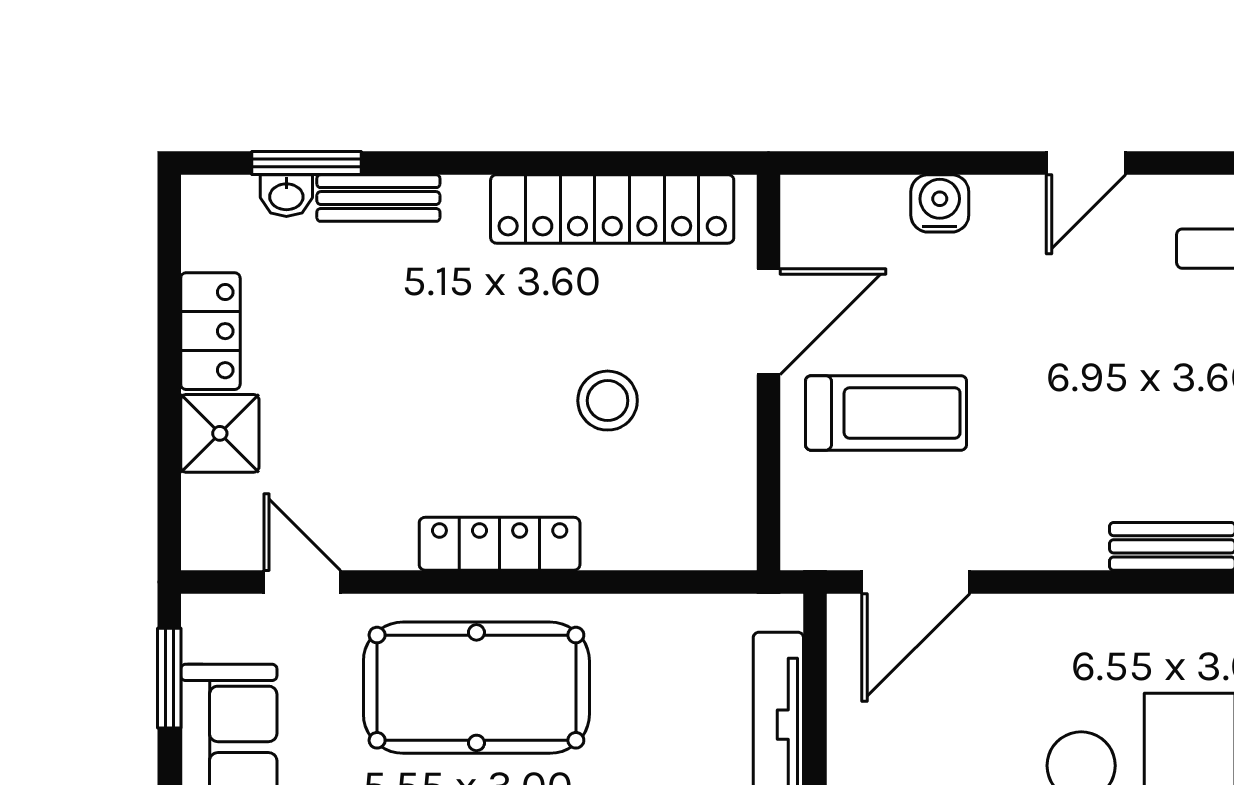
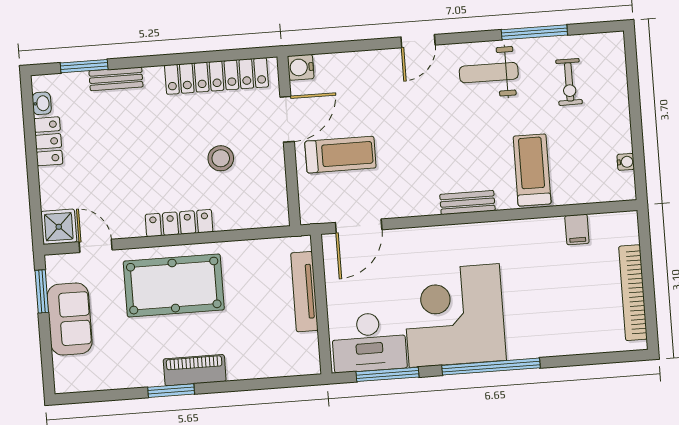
washbasin: (286, 196) -> (42, 103), moved, turned -90
water cooler: (940, 203) -> (301, 67), moved, turned -90
shower: (220, 433) -> (59, 227), moved

